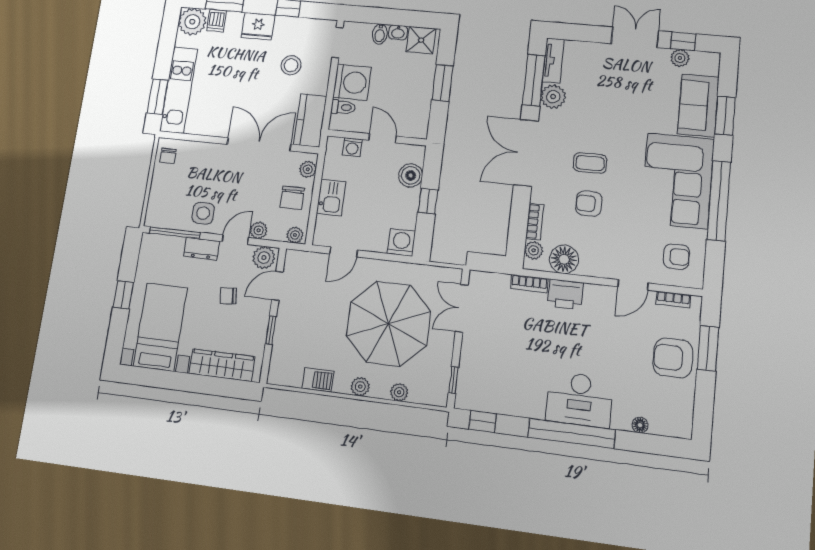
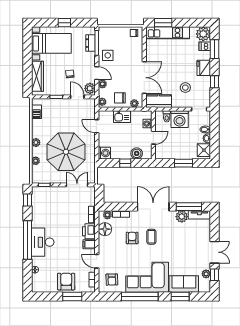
dresser: (202, 249) -> (91, 43), moved
filing cabinet: (594, 297) -> (89, 244), added
barbecue: (318, 380) -> (36, 112), moved

